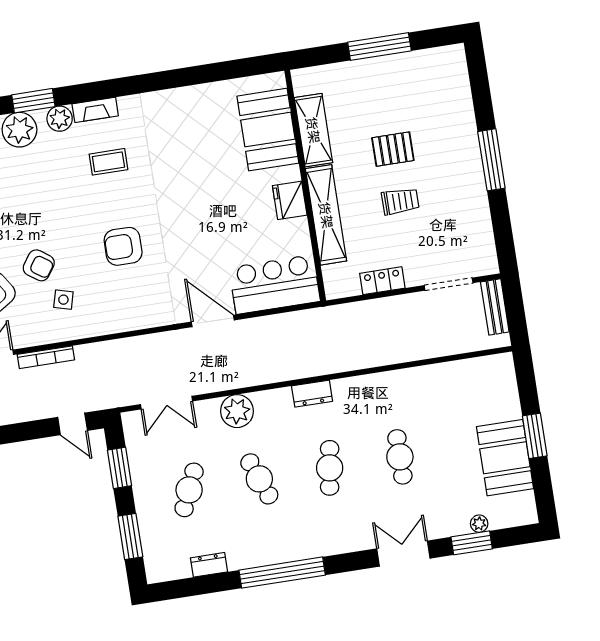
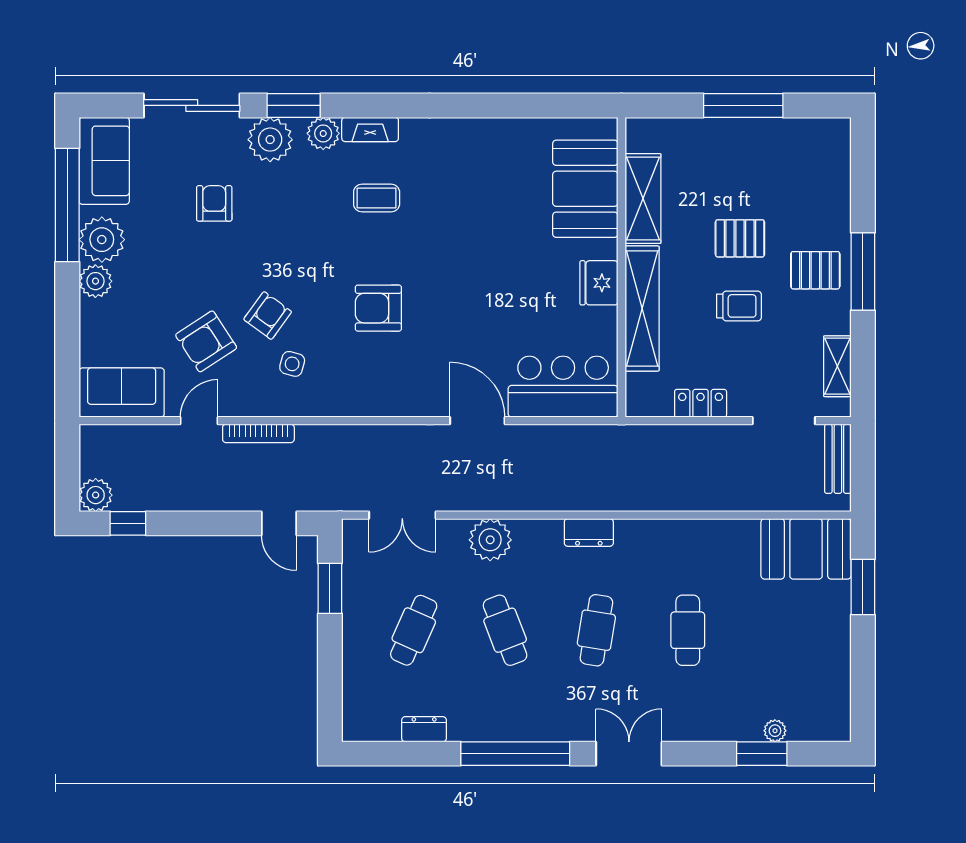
pallet: (455, 164) -> (815, 270), added
shelving: (483, 236) -> (837, 366), added
armchair: (39, 265) -> (268, 315), turned -89
window: (535, 436) -> (863, 587), moved
booth: (505, 458) -> (806, 549), moved, turned 90
window: (130, 536) -> (330, 678), removed
double door: (403, 554) -> (629, 754), moved

